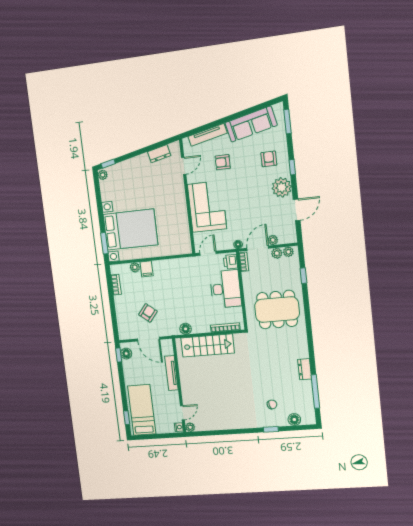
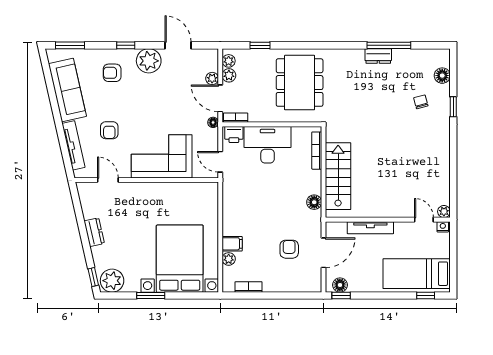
dresser: (159, 154) -> (94, 232), moved
plant: (103, 175) -> (112, 281), width x1.88, depth x1.88
window: (104, 243) -> (151, 295), moved
armchair: (148, 313) -> (289, 249), turned 51
window: (315, 391) -> (389, 45), moved

